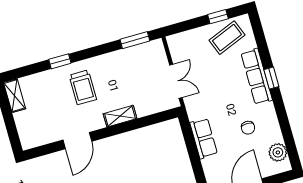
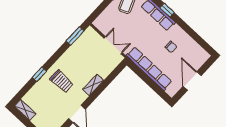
row of seats: (204, 138) -> (149, 69), width x2.02
plant: (278, 152) -> (197, 51), removed

